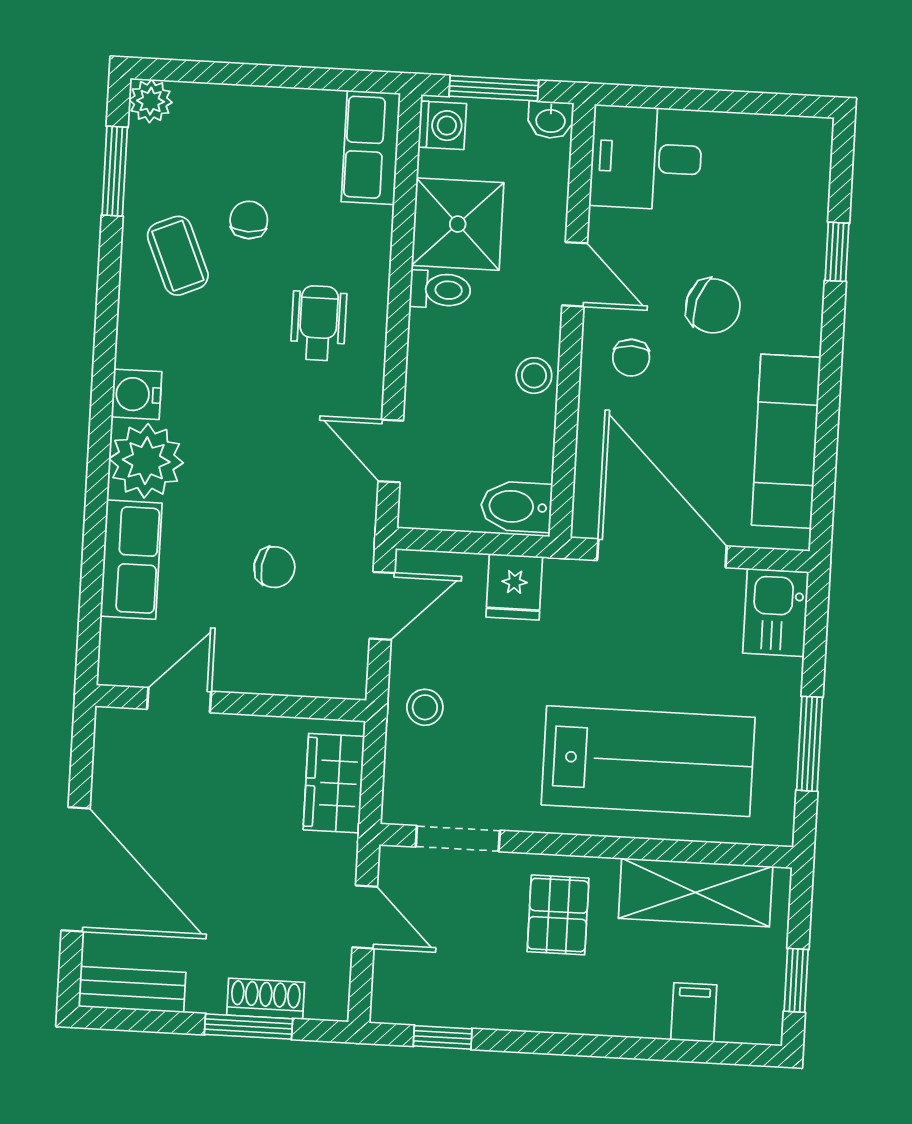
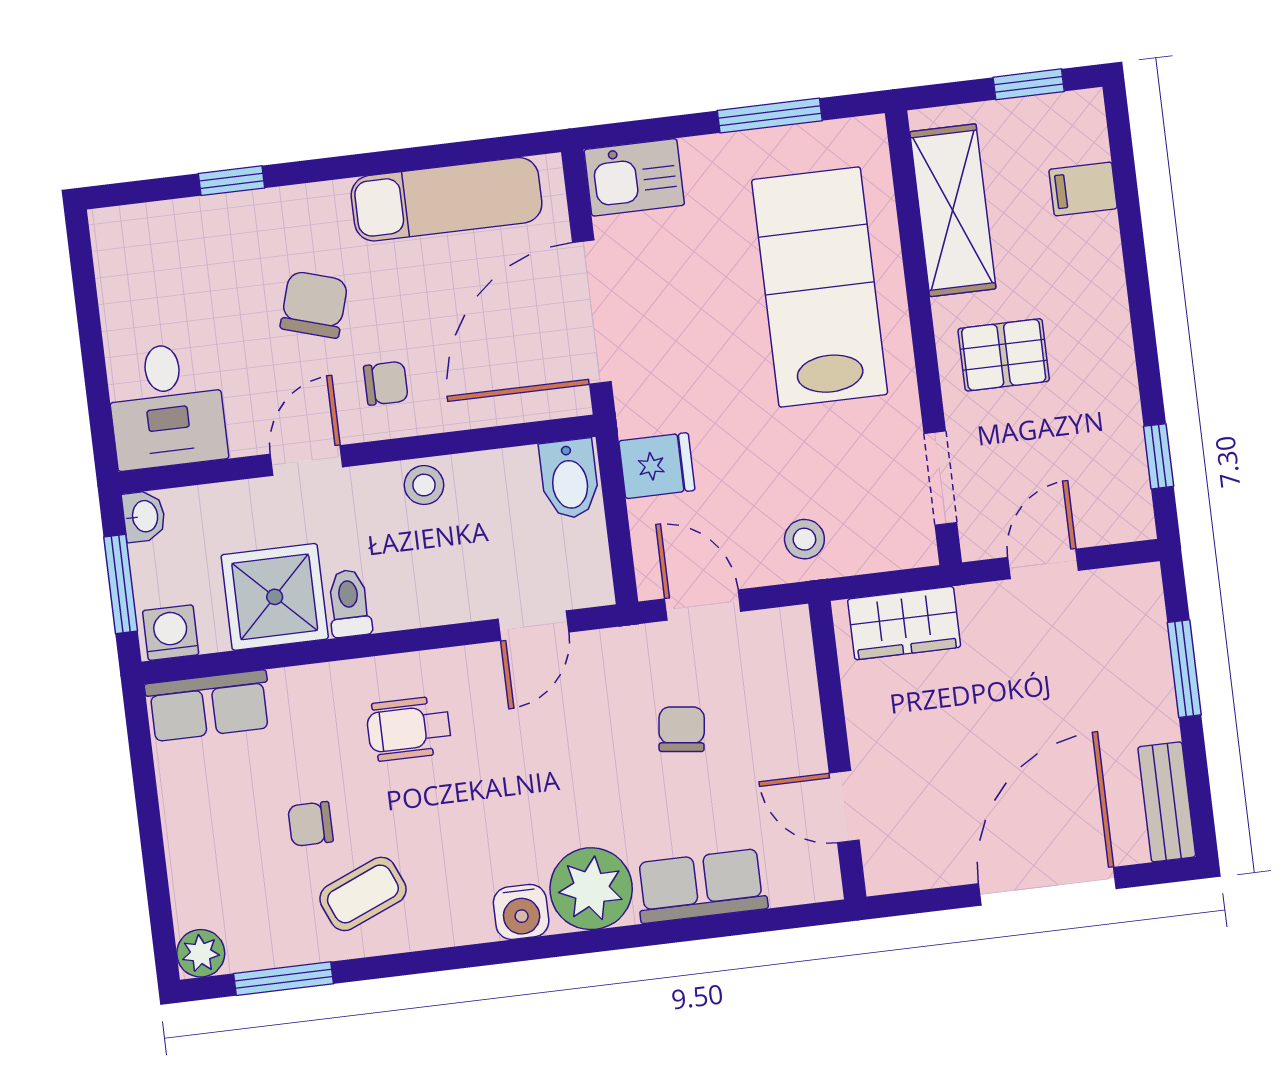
shoe rack: (266, 999) -> (1151, 655), removed

